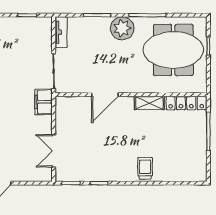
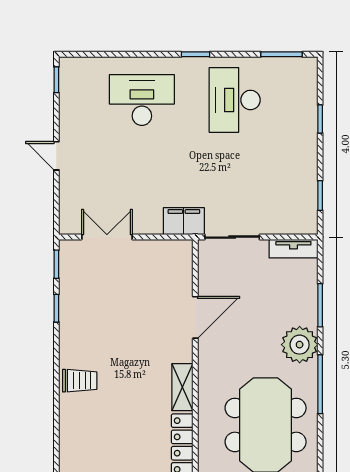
door: (105, 95) -> (195, 317), swing flipped

